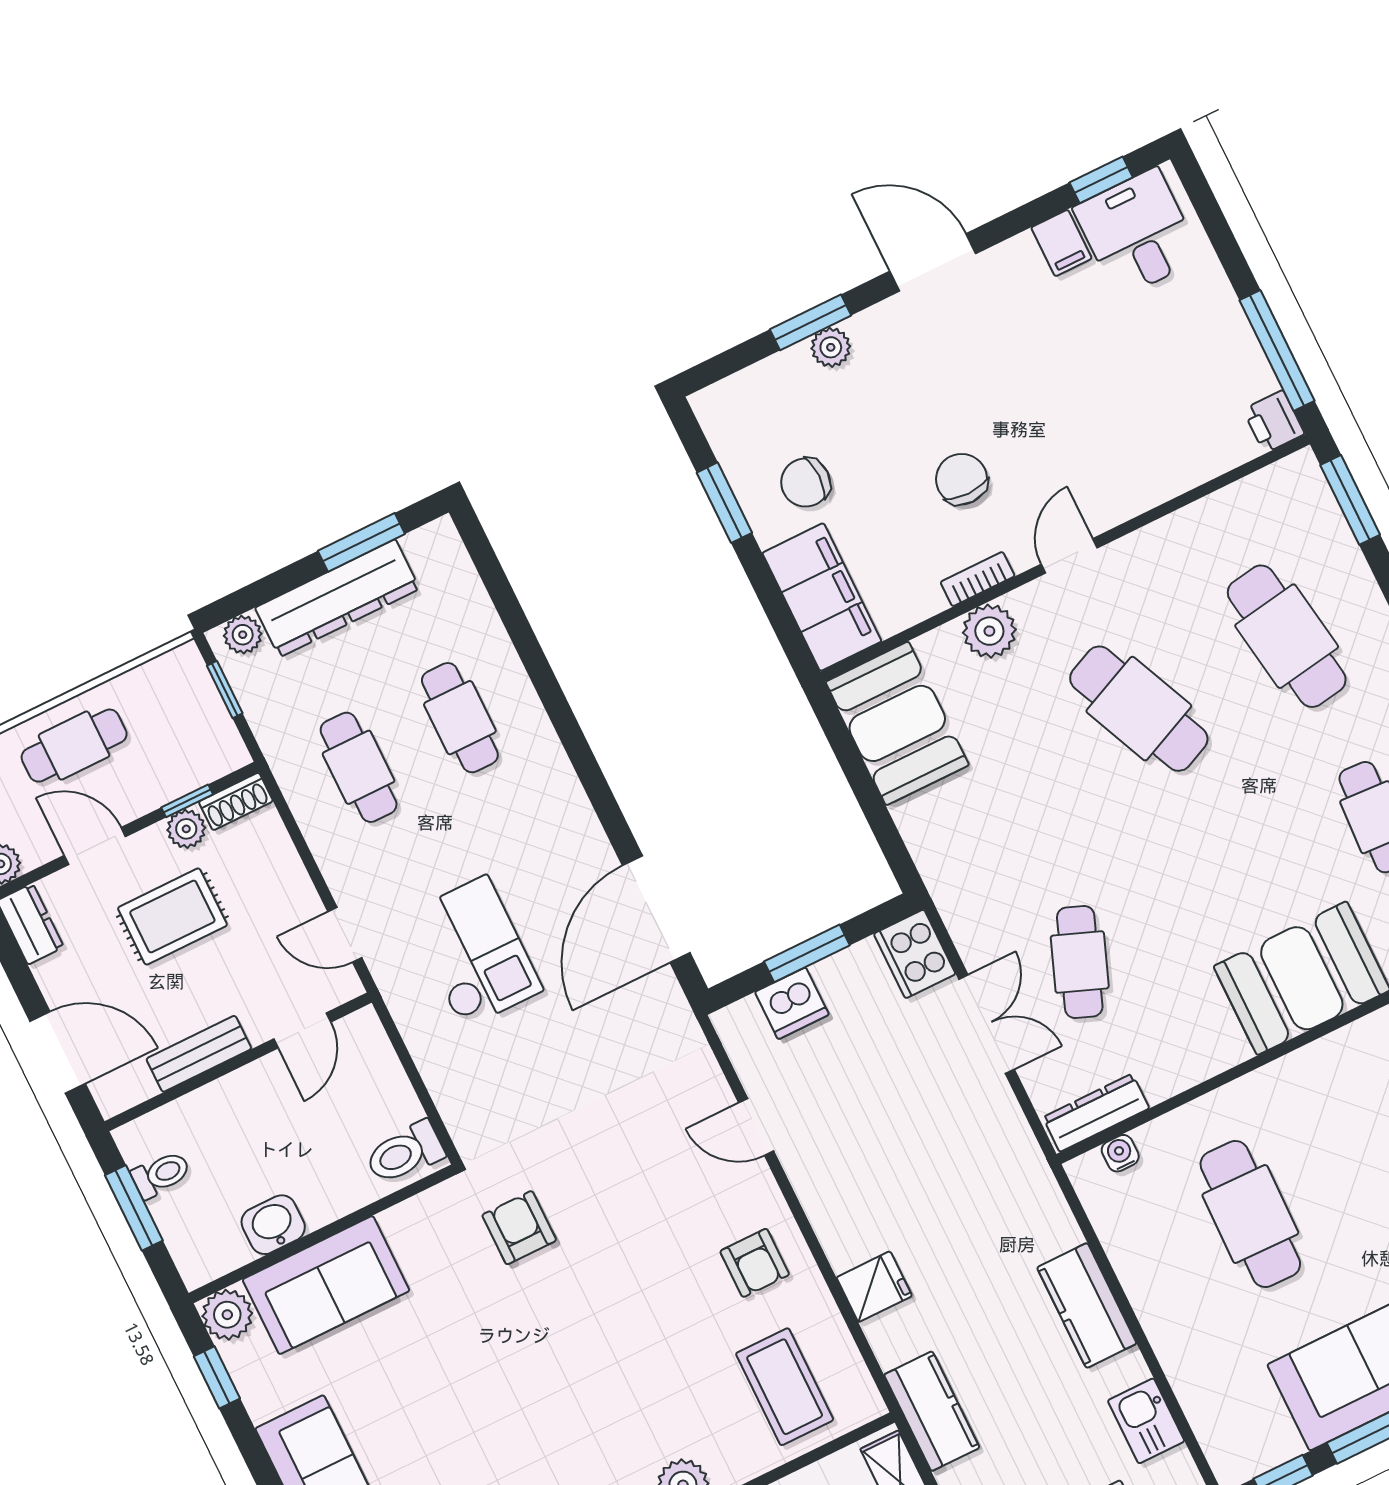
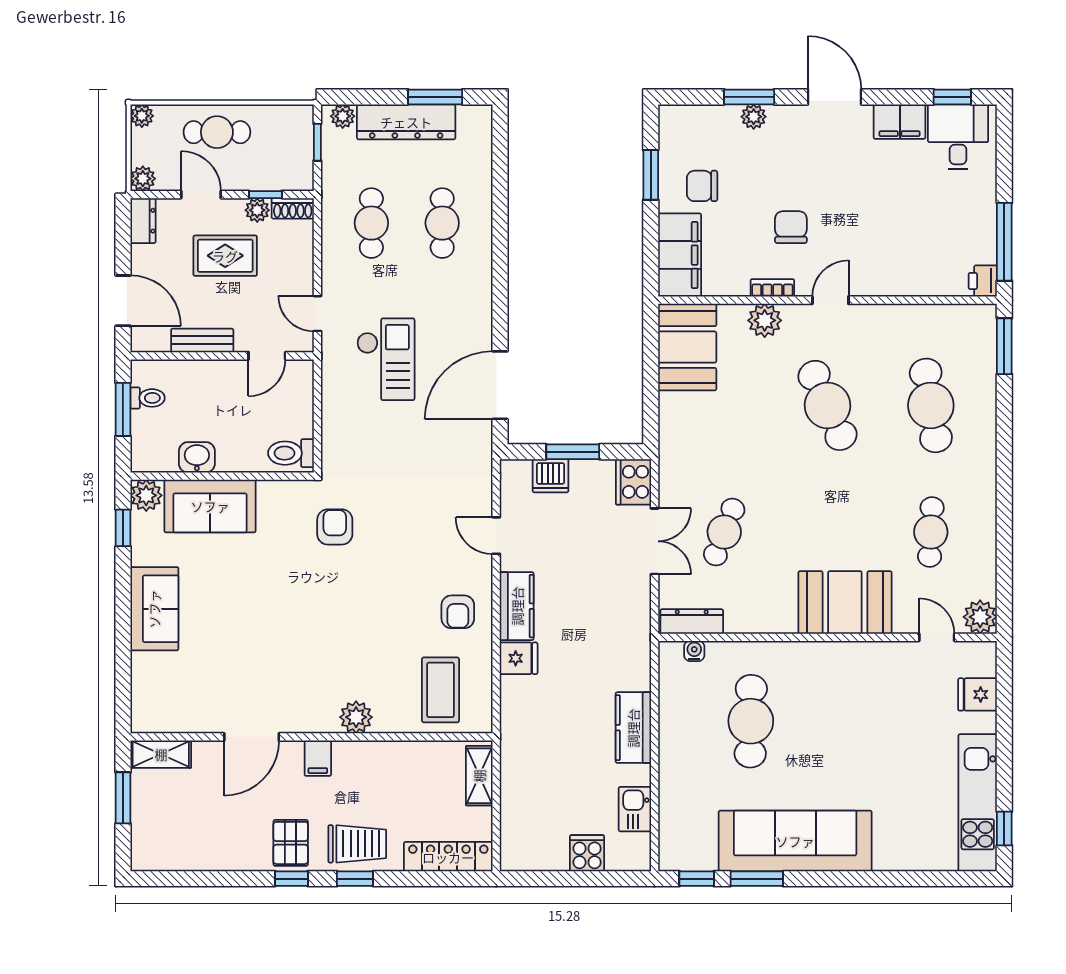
filing cabinet: (1061, 243) -> (900, 122), width x2.00
kitchen counter: (932, 1411) -> (517, 606), moved

